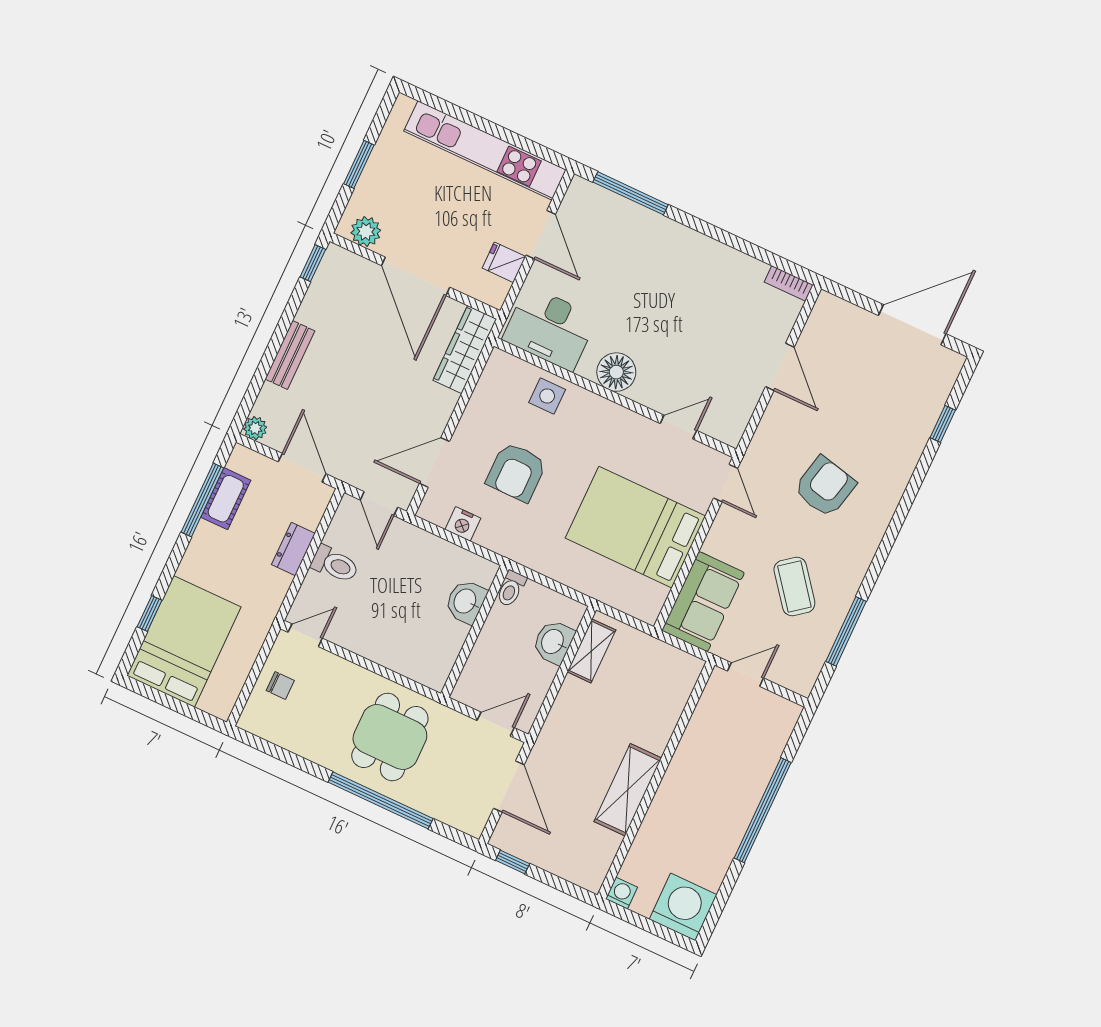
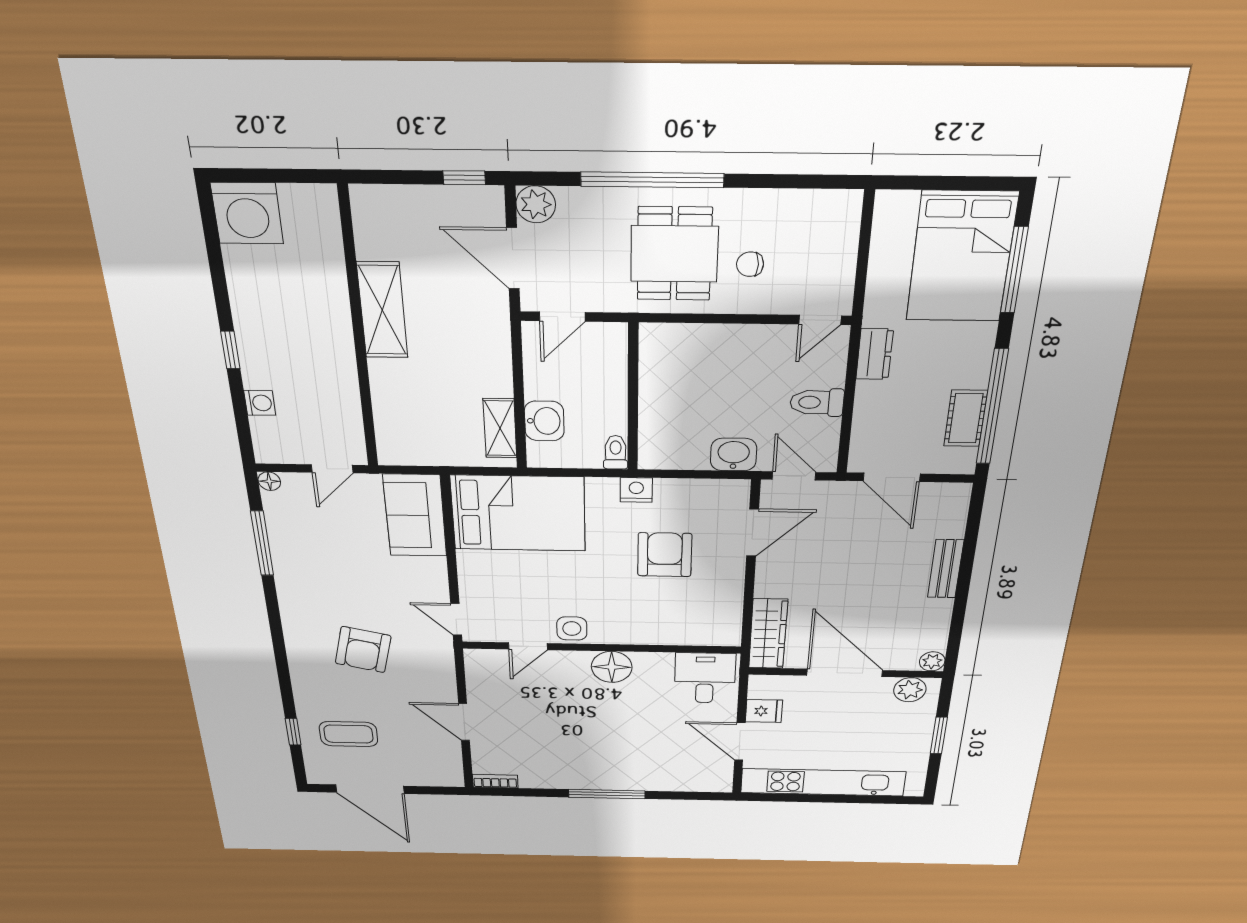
window: (631, 193) -> (607, 794), moved
window: (313, 263) -> (953, 649), removed
door: (912, 325) -> (370, 789), hinge flipped
desk: (550, 328) -> (705, 678), width x0.73
side table: (547, 396) -> (572, 629), moved
plant: (255, 428) -> (932, 661), moved
window: (202, 500) -> (992, 407), width x1.46
nightstand: (463, 524) -> (636, 490), moved
bed: (635, 527) -> (518, 513), moved
dresser: (293, 549) -> (875, 354), moved
coffee table: (794, 587) -> (348, 734), moved, turned -52
washbasin: (466, 601) -> (734, 455), moved, turned -90
window: (149, 613) -> (1014, 270), width x2.17
chair: (280, 686) -> (750, 264), moved
floor lamp: (803, 686) -> (269, 481), added
window: (763, 810) -> (230, 350), width x0.32
plant: (472, 820) -> (536, 204), added
washing machine: (621, 893) -> (260, 403), moved, turned -90

